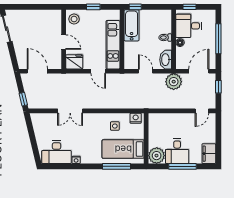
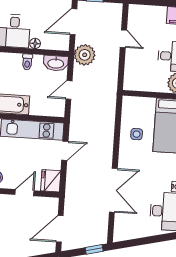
door: (199, 71) -> (73, 22), hinge flipped
double door: (70, 111) -> (113, 190), width x1.37
door: (202, 111) -> (123, 39), moved
nightstand: (136, 118) -> (128, 107), removed

